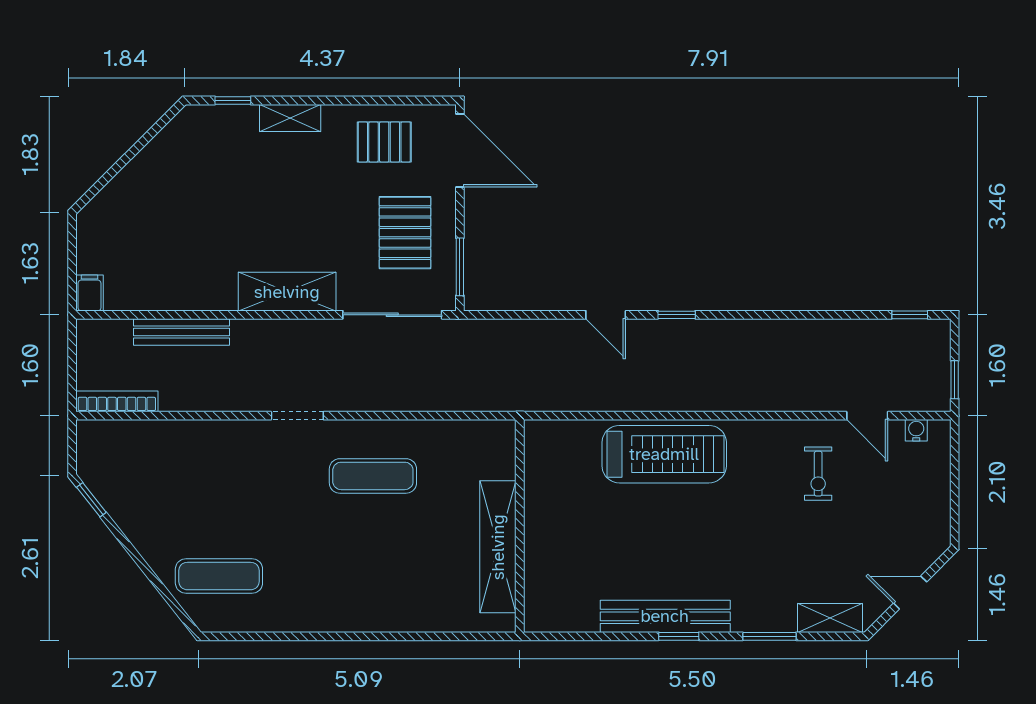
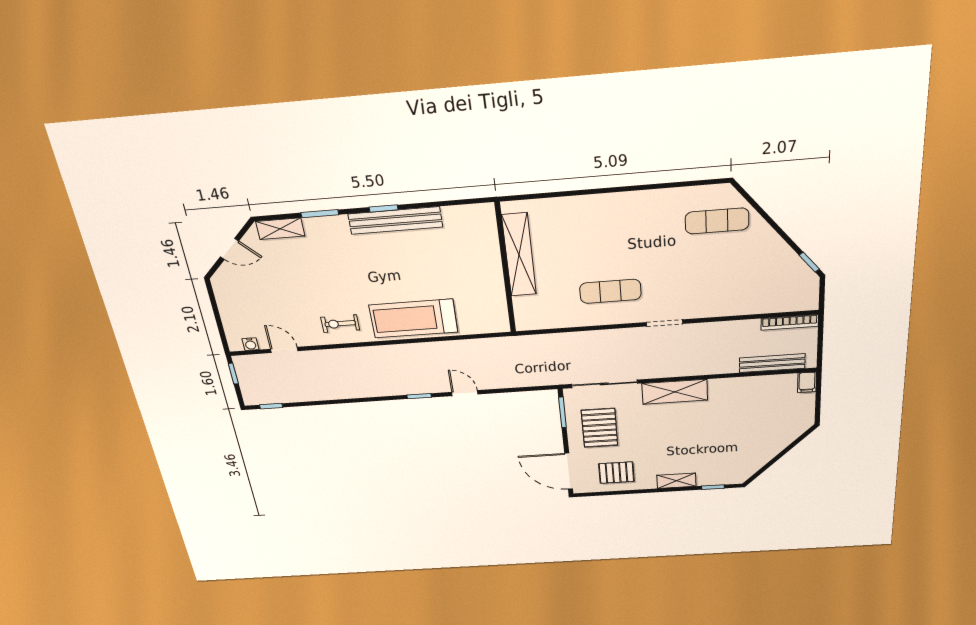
bench: (181, 332) -> (772, 363), moved
exercise bike: (818, 474) -> (340, 324), moved, turned -90

